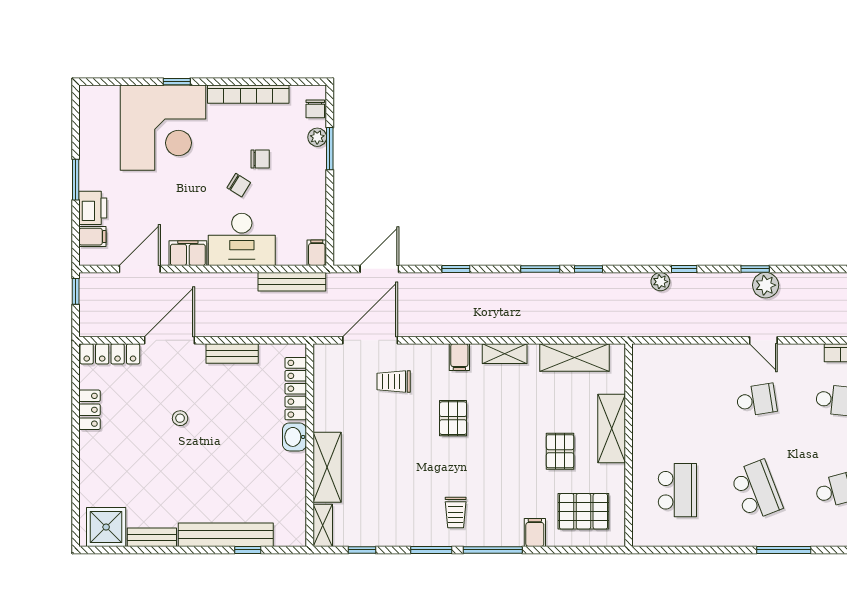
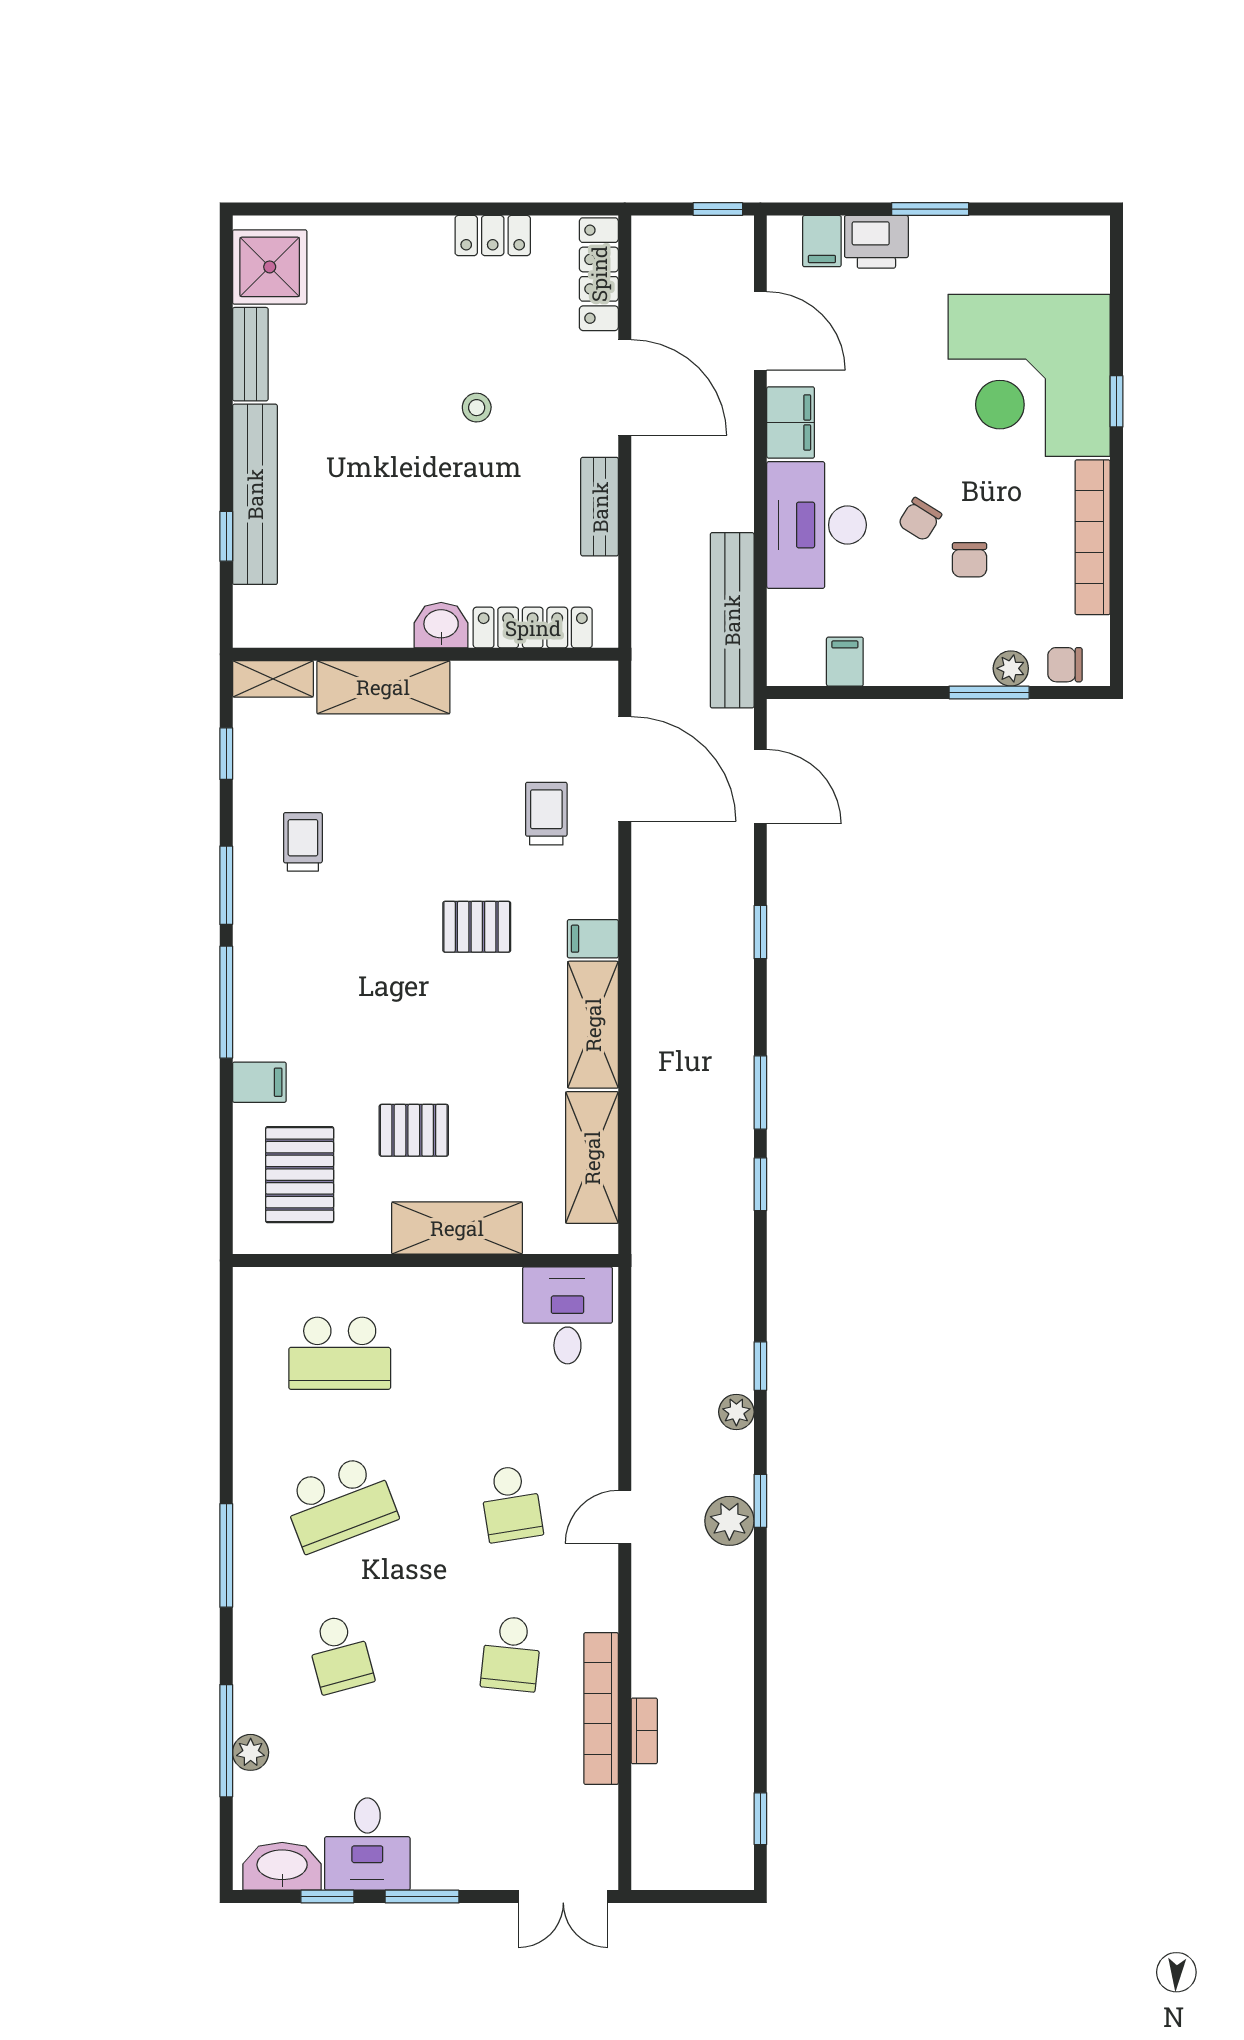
filing cabinet: (317, 253) -> (845, 662), moved, turned -90
bench: (292, 282) -> (732, 620), width x1.37, depth x1.21
plant: (660, 282) -> (736, 1412), moved
shelving: (505, 354) -> (593, 1025), width x1.50, depth x1.33
desk: (657, 370) -> (567, 1315), added
trolley: (456, 513) -> (303, 842), moved, turned 90

